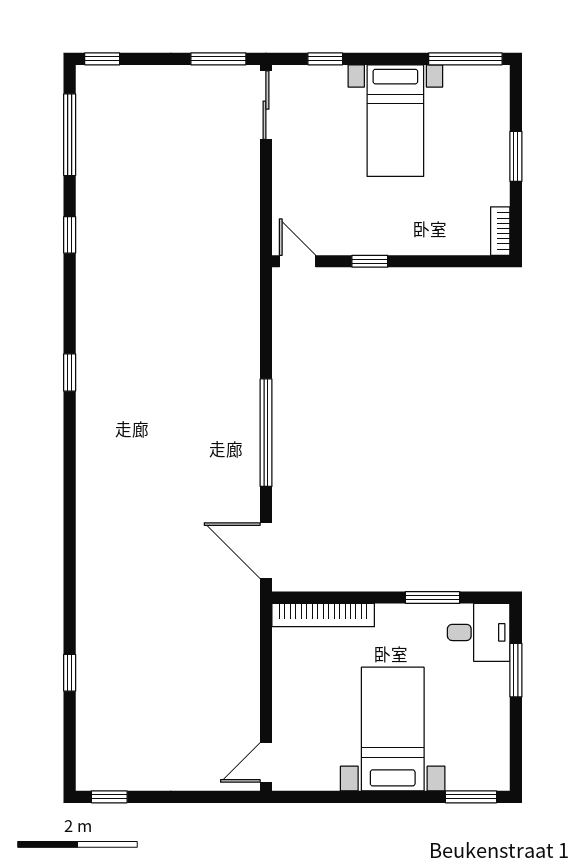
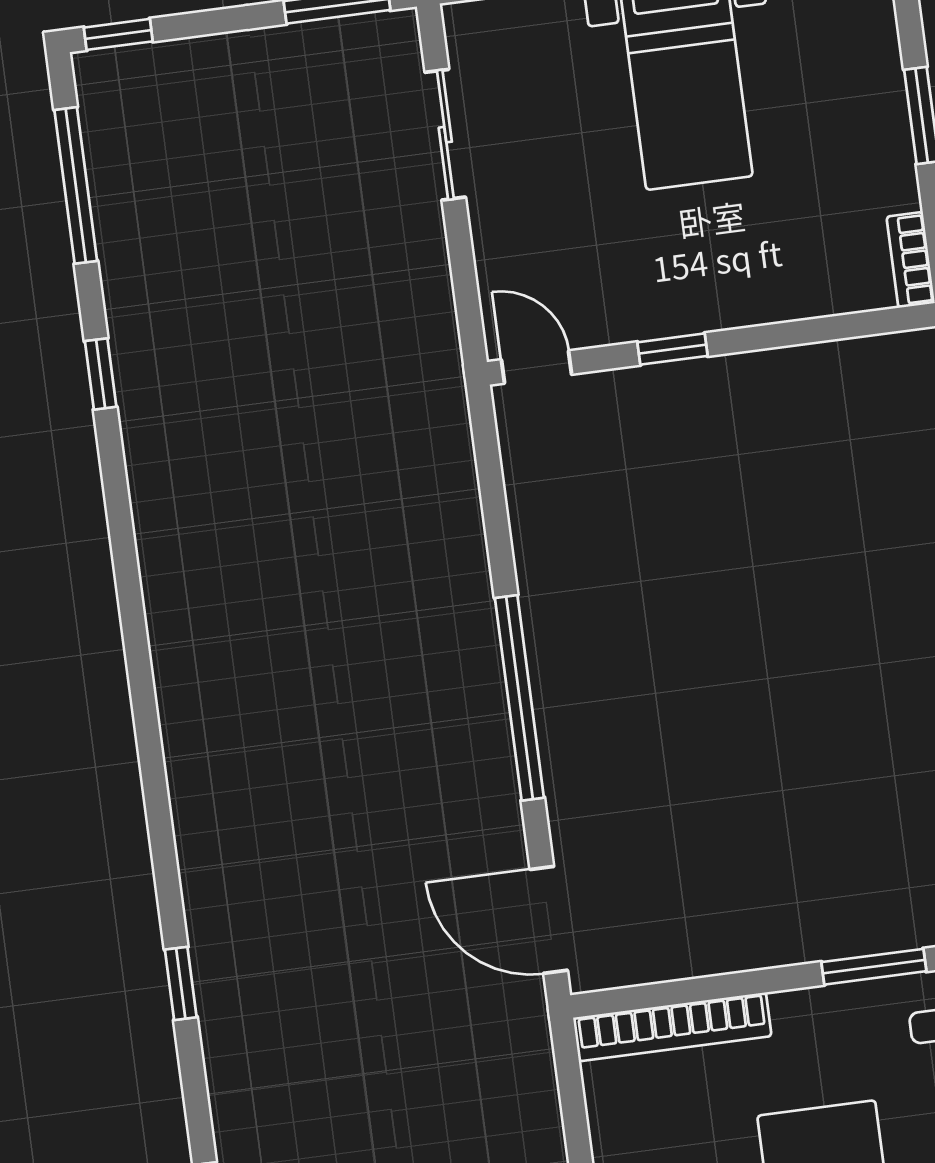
sliding door: (266, 105) -> (445, 135), moved
window: (70, 373) -> (181, 983), moved

